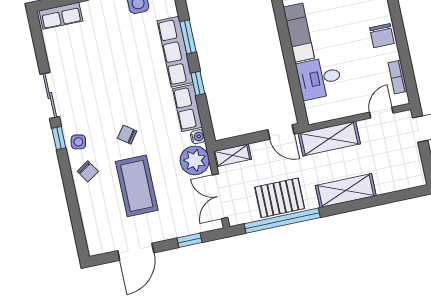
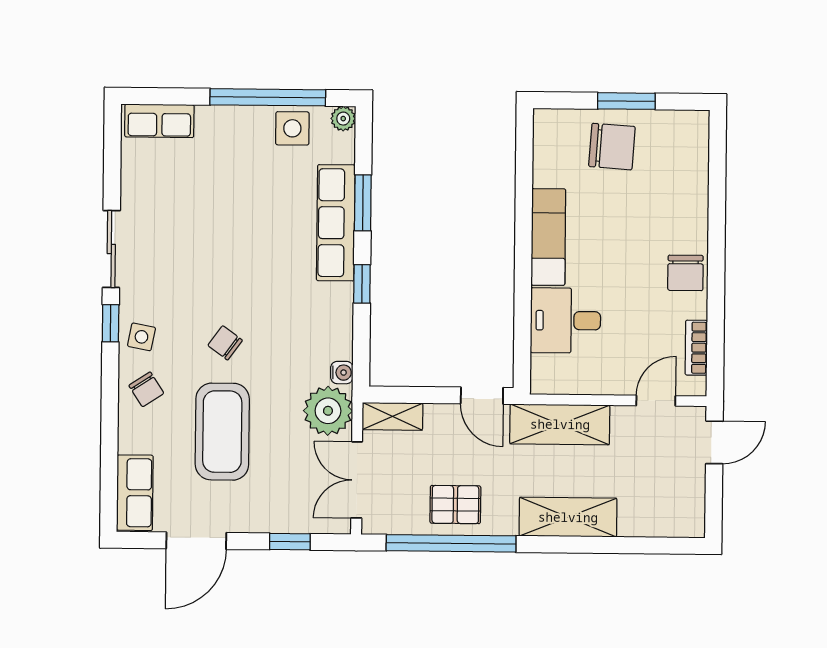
row of seats: (188, 108) -> (135, 493), moved, turned 180
pallet: (280, 198) -> (455, 505), width x0.67, depth x0.71

